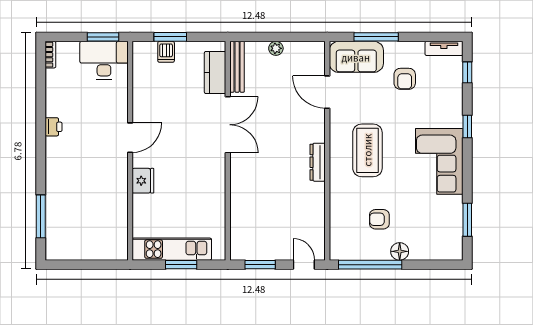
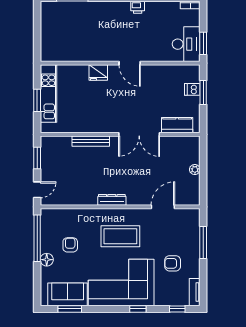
sofa: (356, 57) -> (68, 294), moved, turned 90
bench: (237, 67) -> (91, 141), moved
corner sofa: (439, 161) -> (121, 282), width x1.36, depth x1.36

